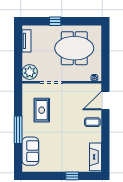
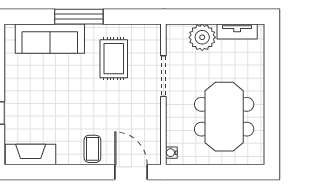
window: (55, 21) -> (272, 83), removed
plant: (30, 72) -> (202, 37), moved
rug: (42, 110) -> (114, 59), turned 90
sofa: (30, 151) -> (50, 39), width x1.36

